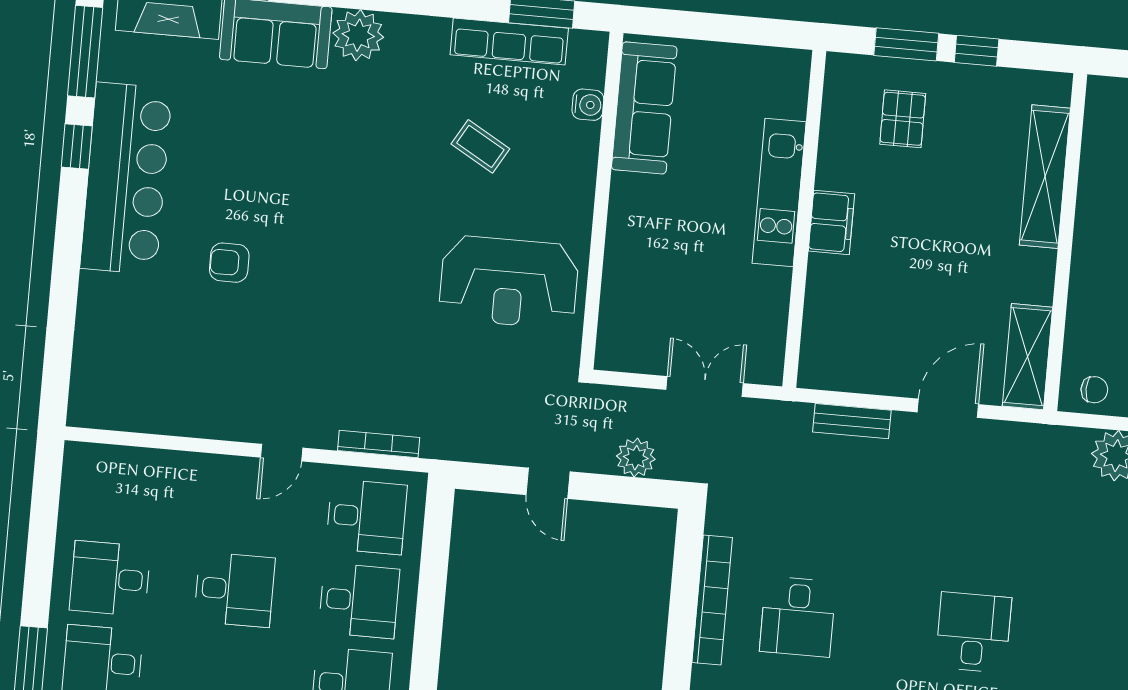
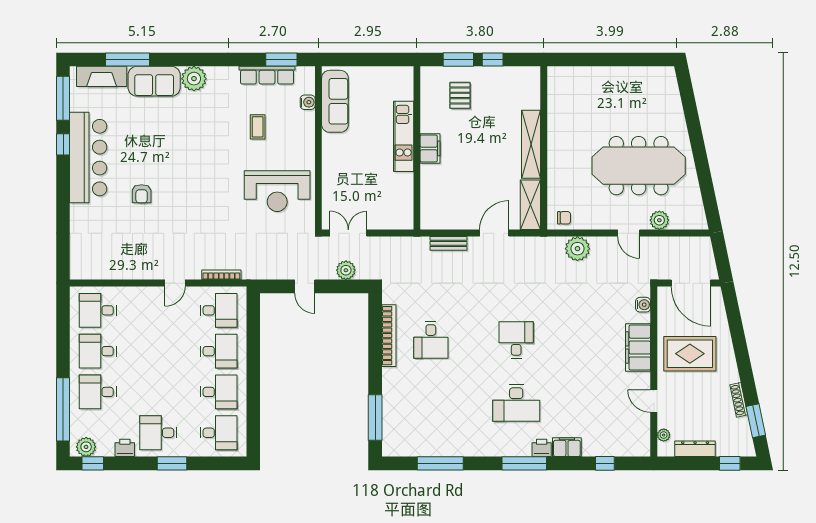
coffee table: (480, 146) -> (258, 127), turned 60
shelving: (1045, 177) -> (531, 144), moved
armchair: (229, 263) -> (142, 194), turned -90
double door: (705, 386) -> (348, 233), moved
desk: (234, 590) -> (98, 310), moved, turned 180

